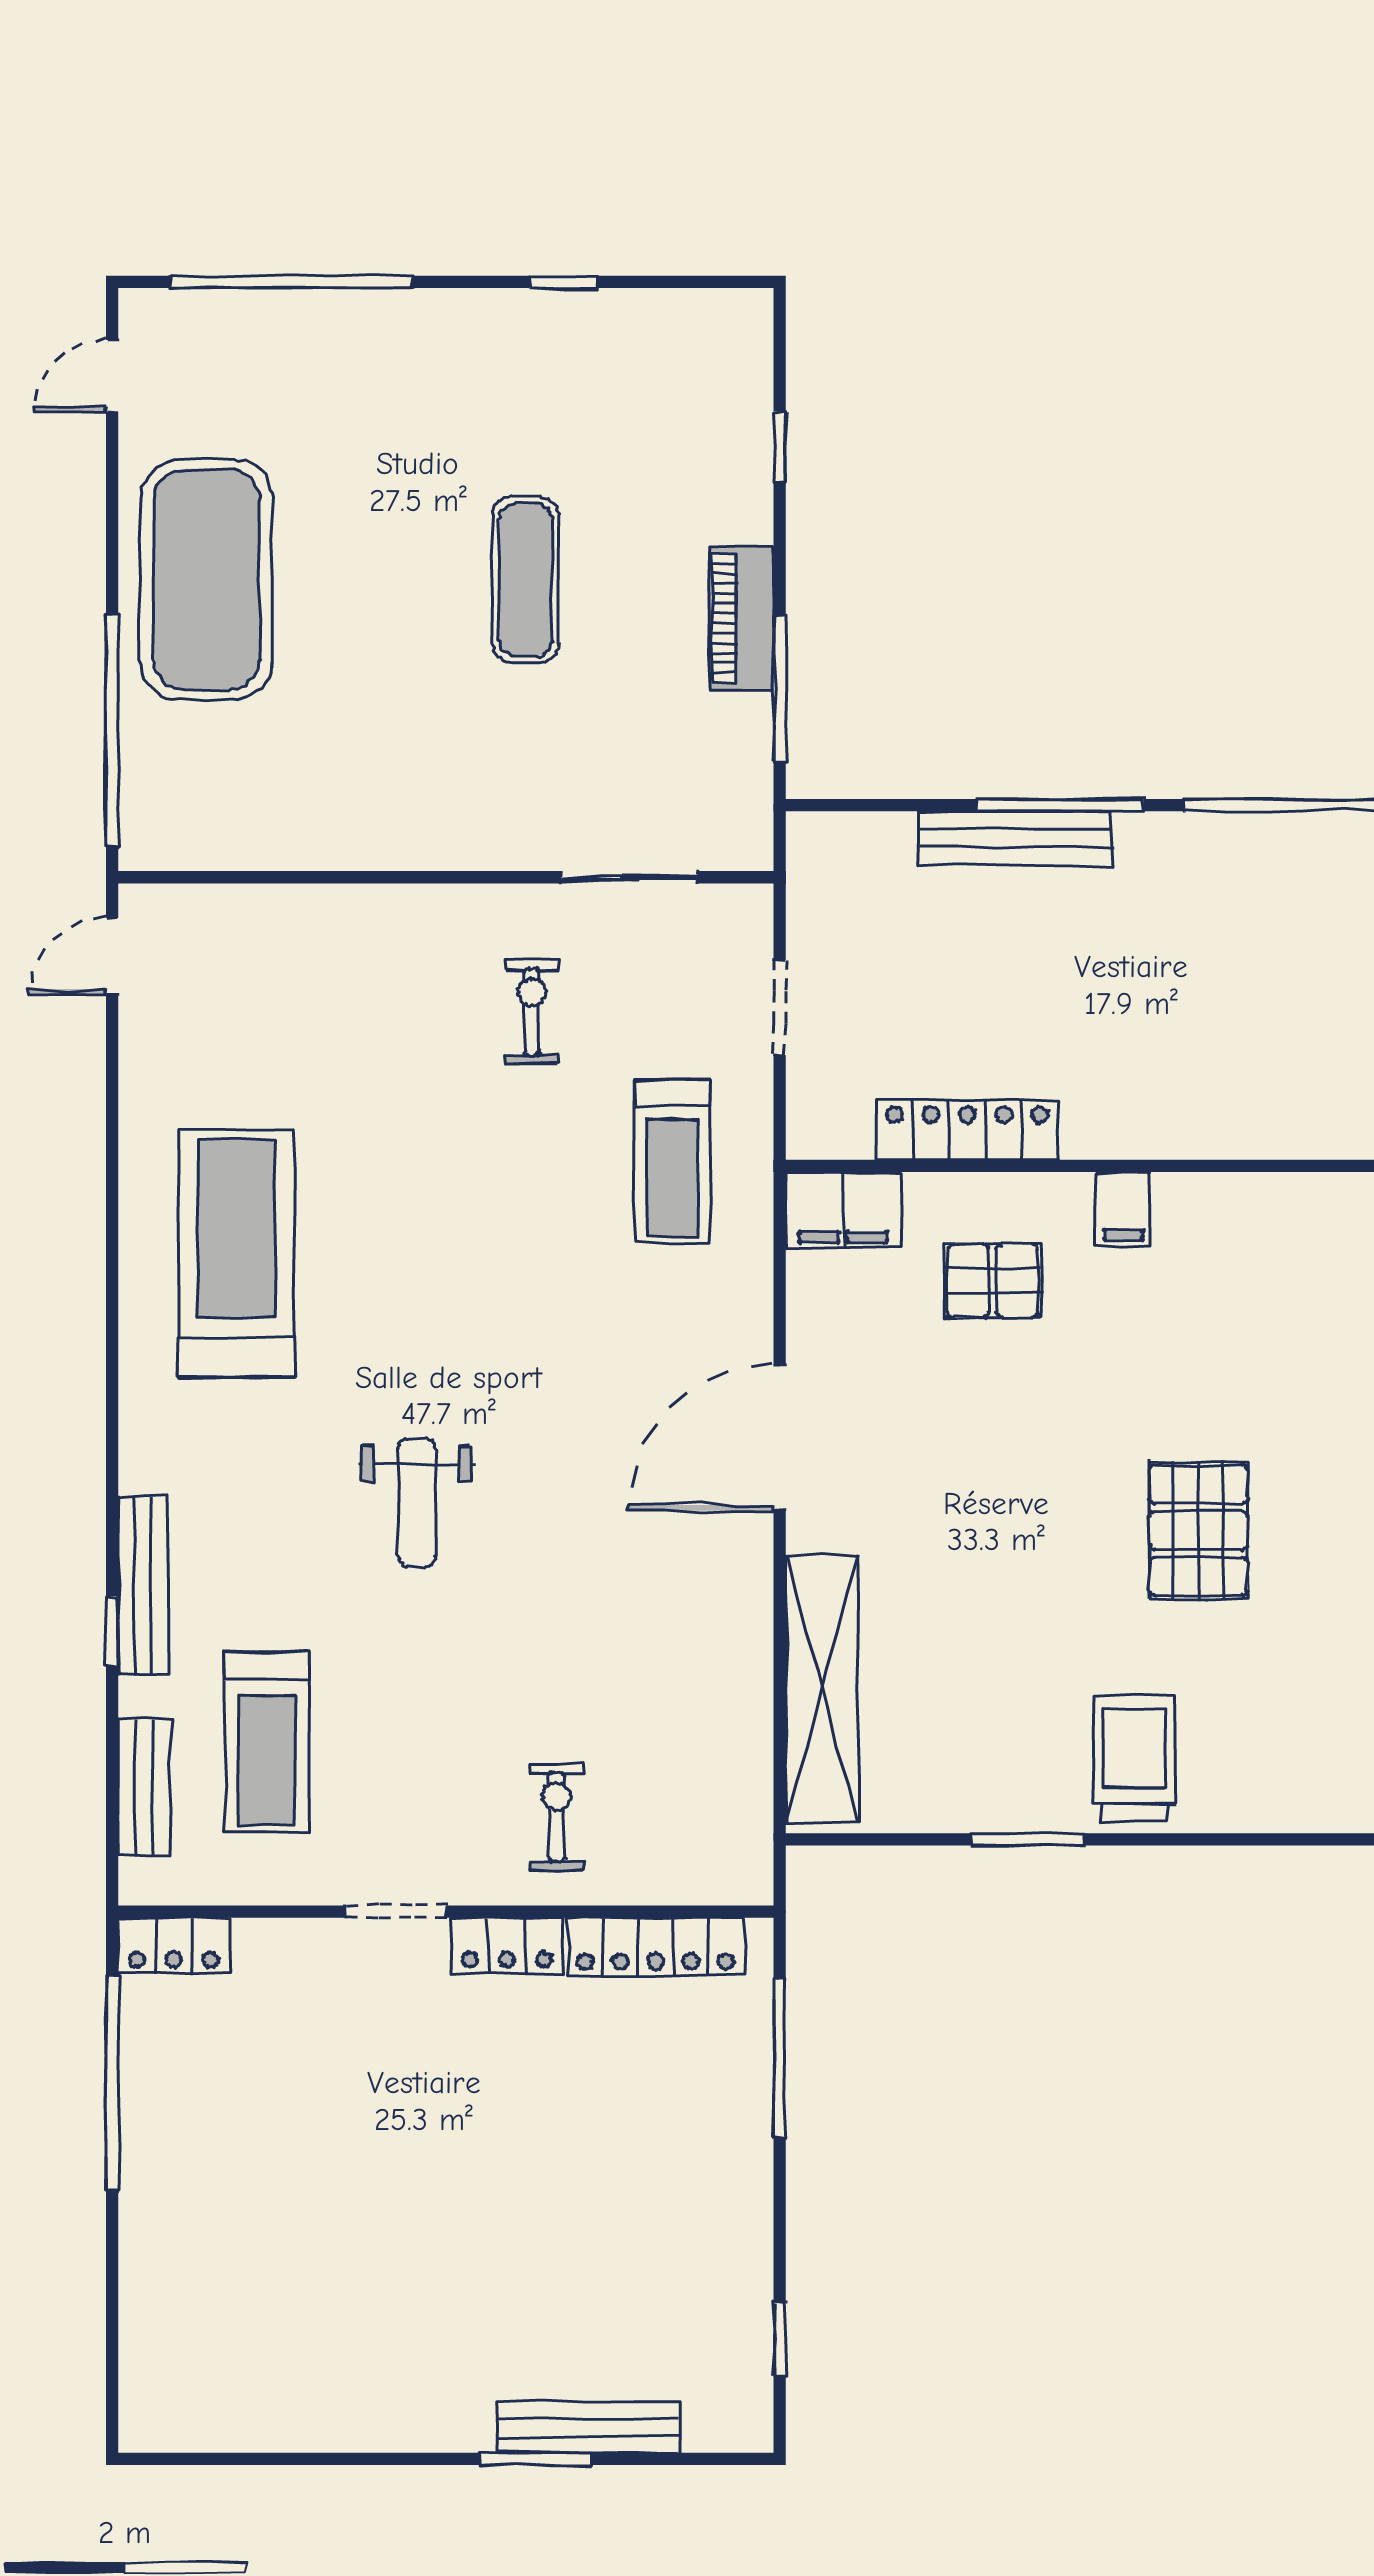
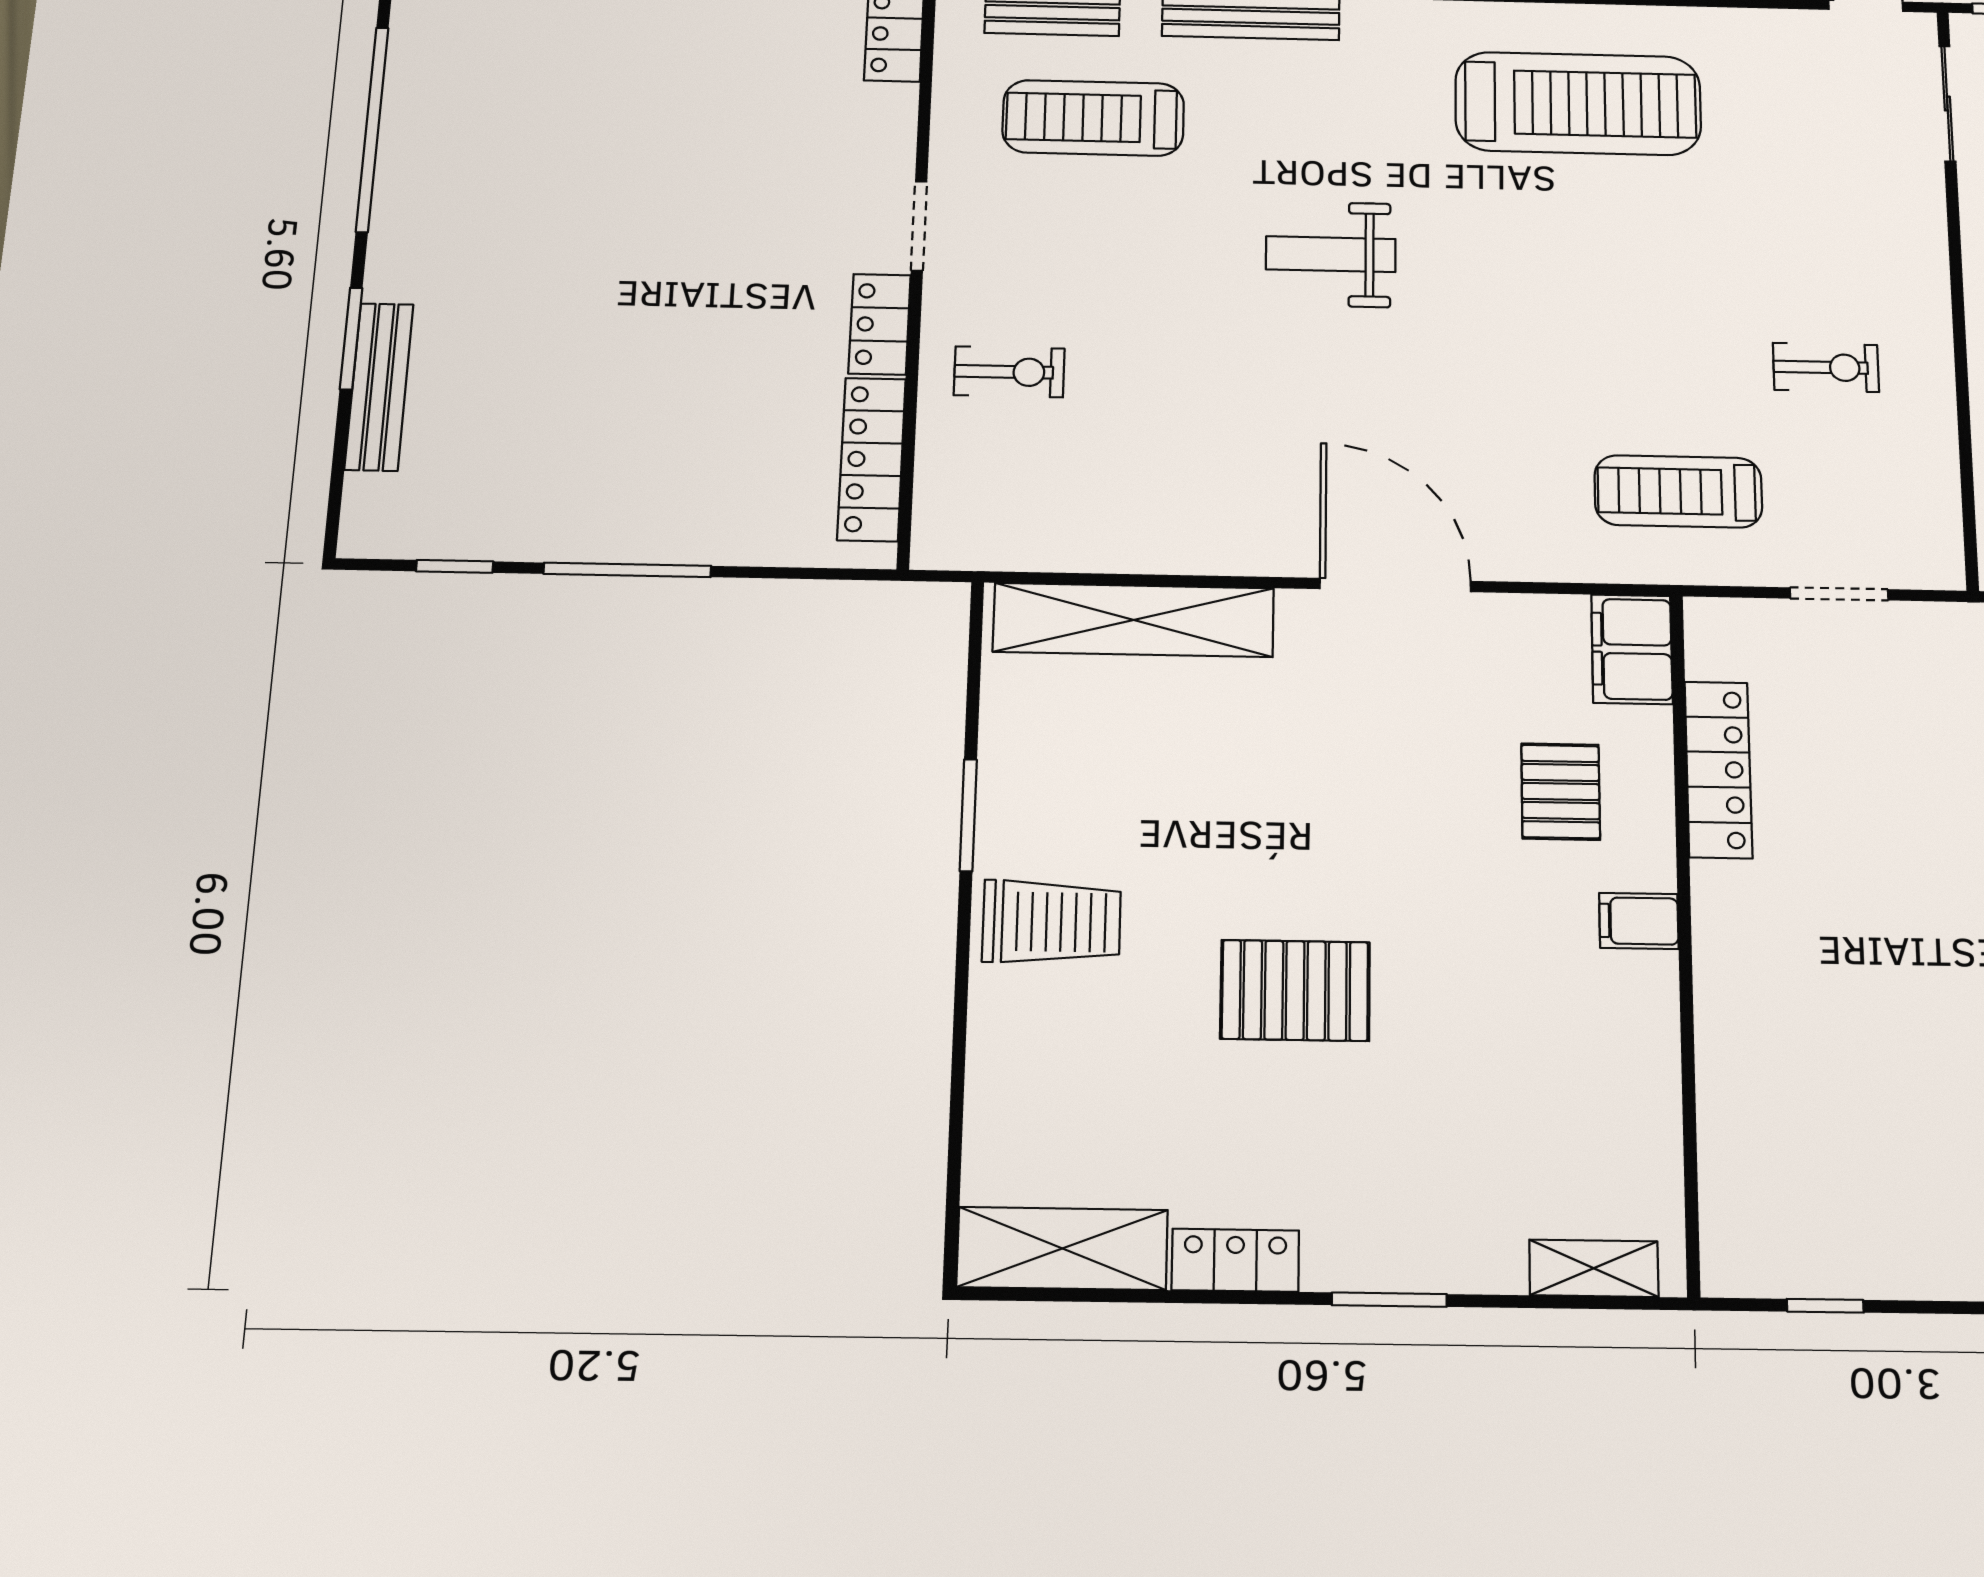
sliding door: (629, 877) -> (1947, 104), moved
window: (780, 2058) -> (627, 570), moved
window: (299, 2459) -> (372, 129), added

